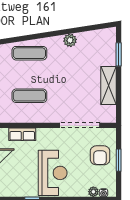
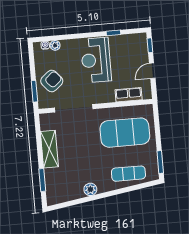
exercise mat: (29, 96) -> (125, 133), width x2.00, depth x1.45
armchair: (100, 155) -> (52, 81), turned 49
window: (119, 160) -> (34, 91), moved

